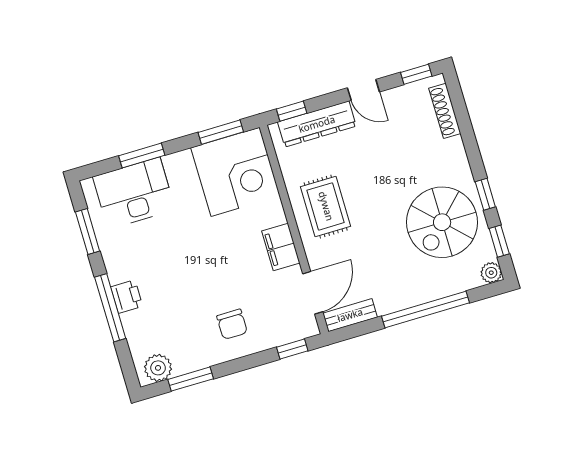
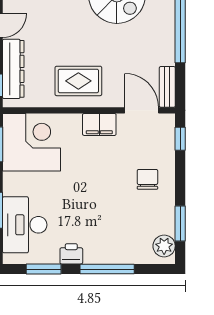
printer: (127, 297) -> (71, 254), moved
chair: (232, 324) -> (147, 179), turned -90

